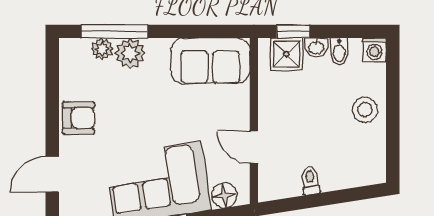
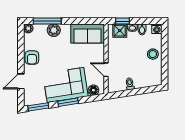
plant: (102, 49) -> (28, 28), moved
armchair: (78, 118) -> (32, 58), turned 90

